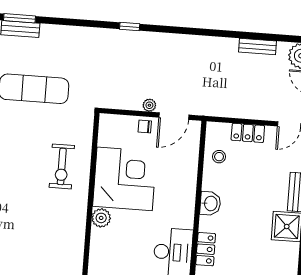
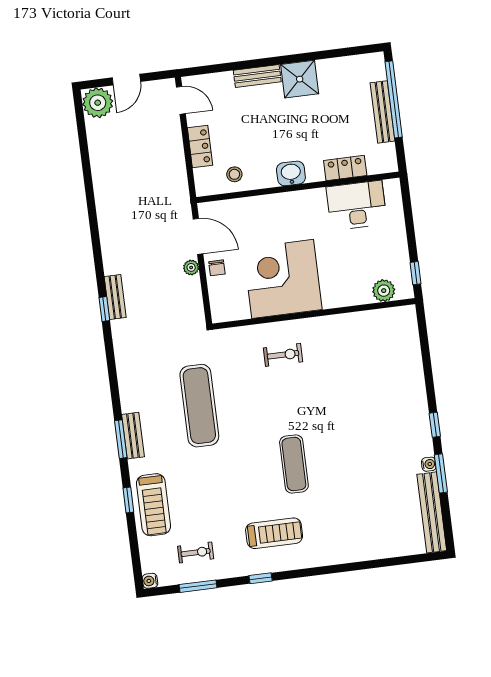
bench: (258, 47) -> (115, 297), moved
exercise bike: (62, 166) -> (283, 355), width x0.73, depth x0.72
plant: (101, 218) -> (384, 291), moved

